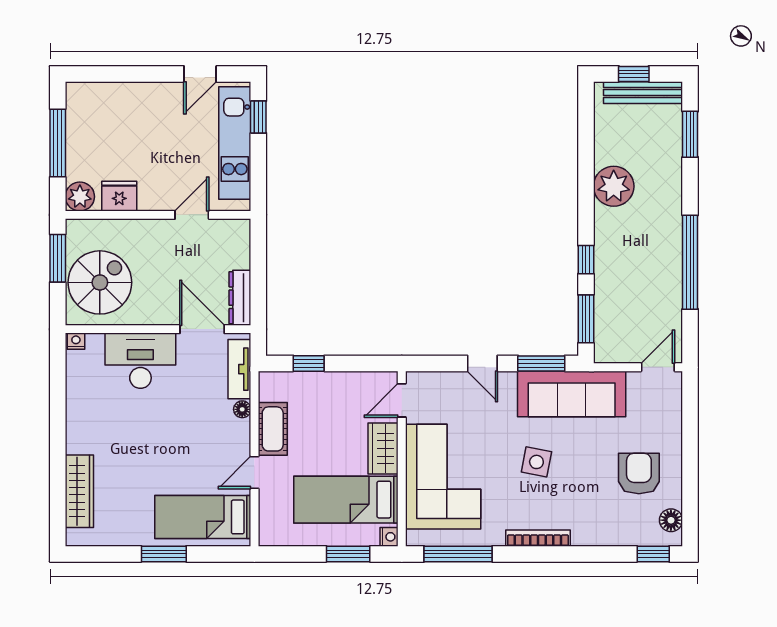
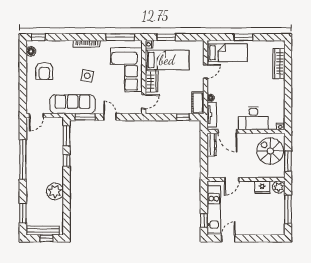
spiral stairs: (100, 282) -> (270, 151), turned 90
cot: (273, 429) -> (198, 103), moved

